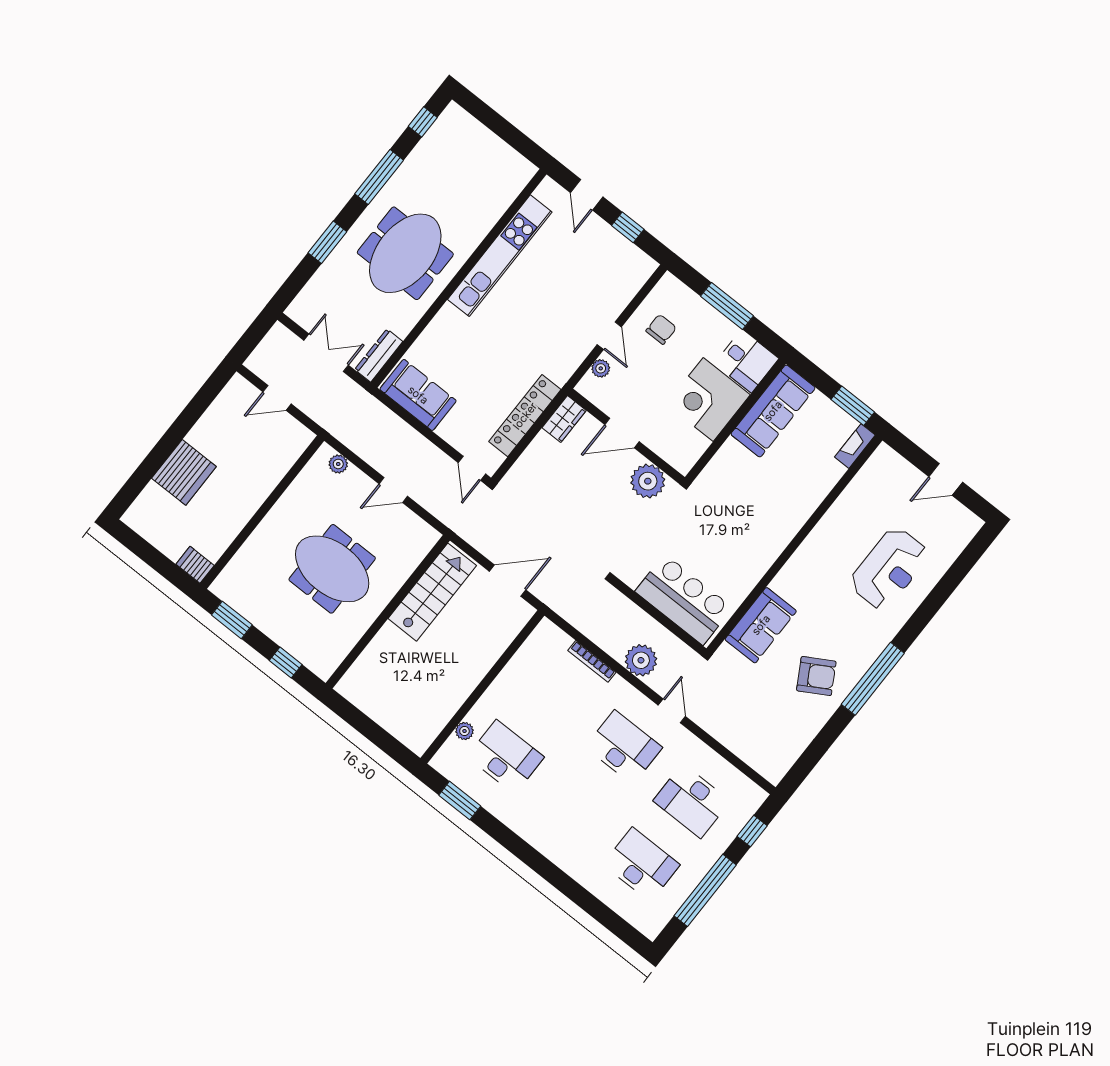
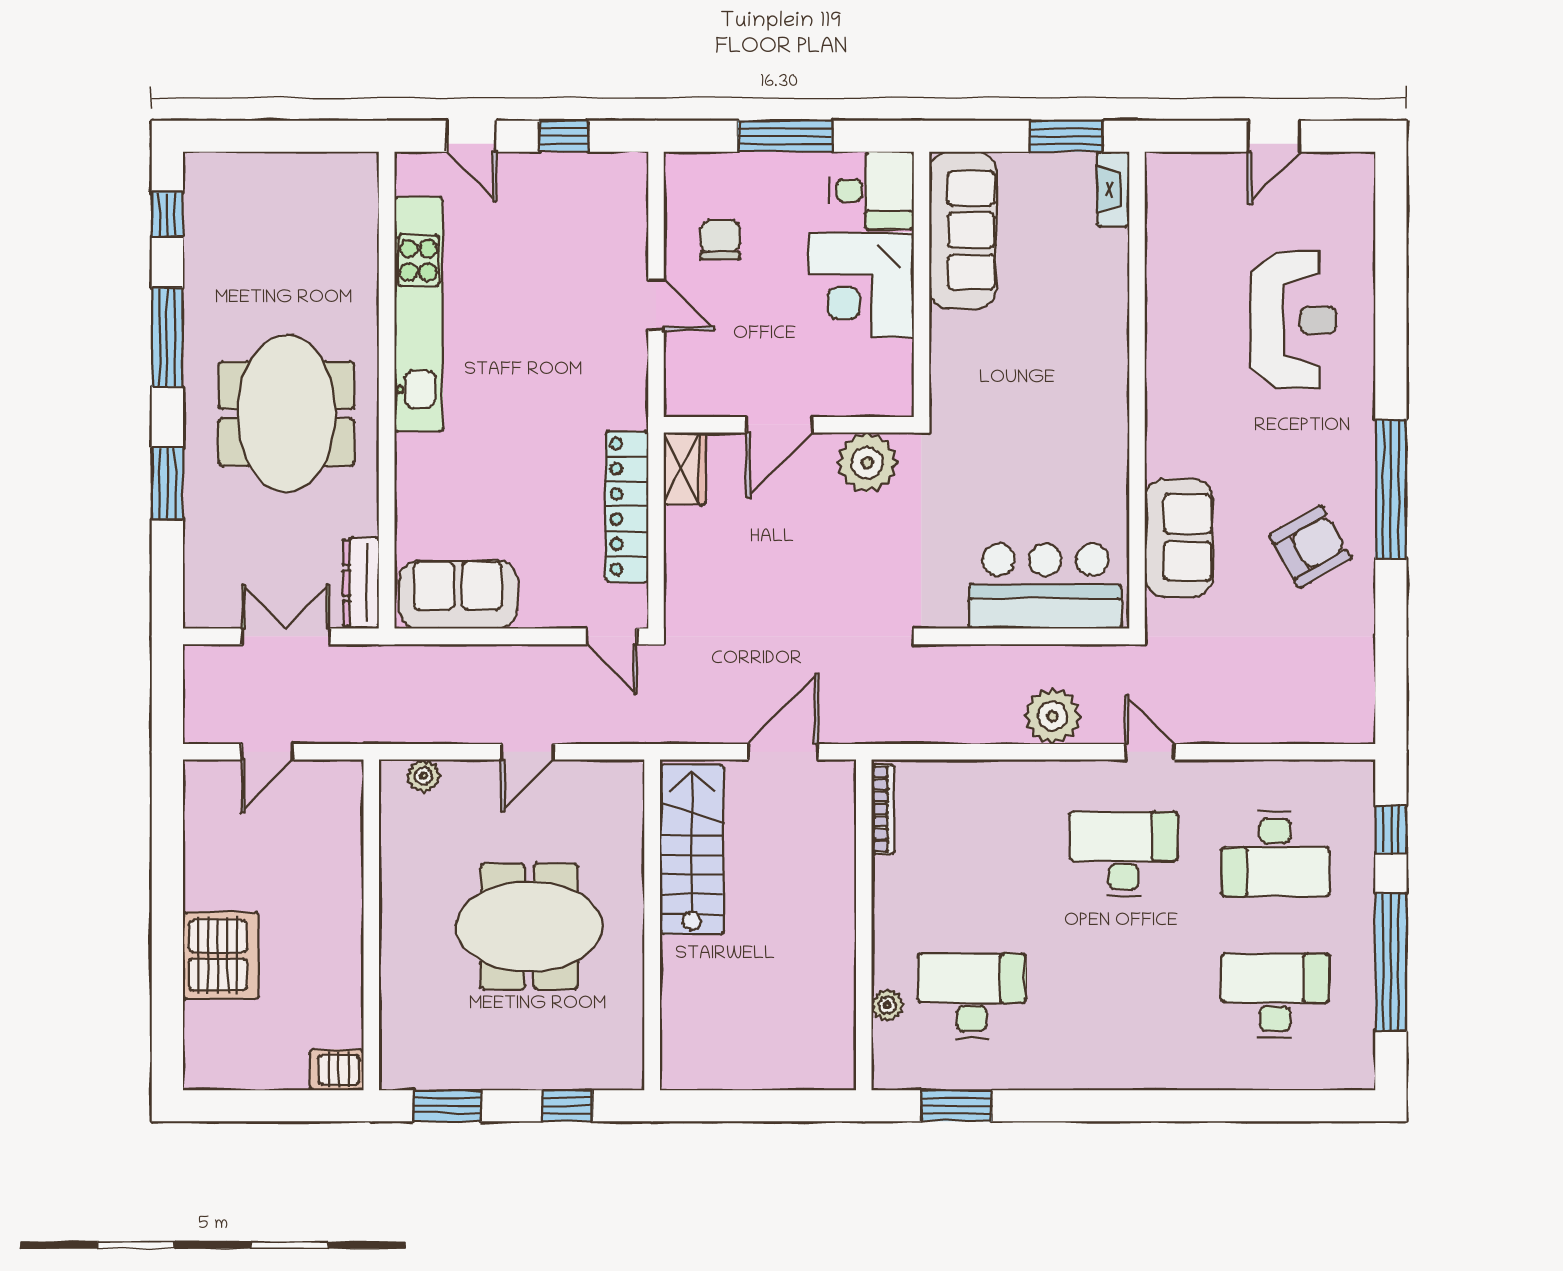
plant: (601, 368) -> (680, 359), removed
bookcase: (592, 661) -> (883, 809), moved, turned -90

